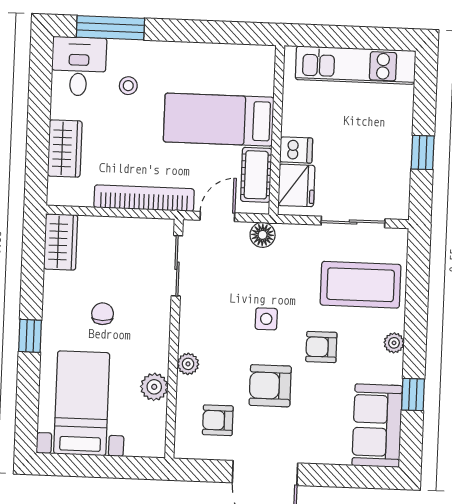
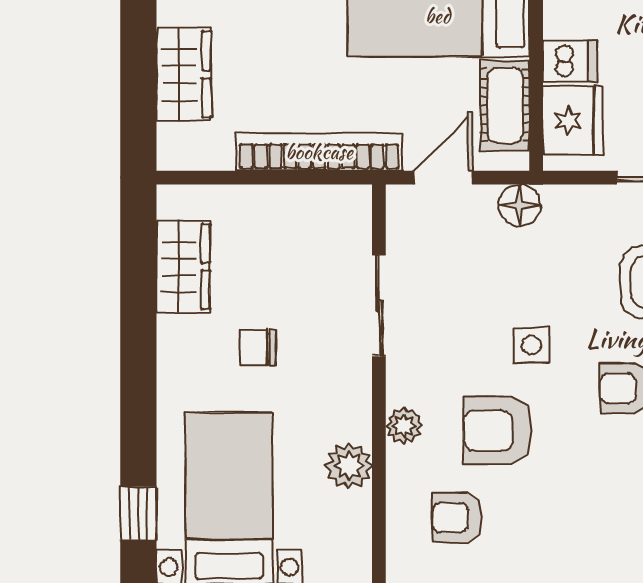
wardrobe: (61, 242) -> (183, 267), moved
sliding door: (177, 266) -> (379, 306), moved
chair: (103, 314) -> (258, 348), turned -90
window: (30, 336) -> (138, 514), moved
armchair: (270, 386) -> (498, 431), moved

